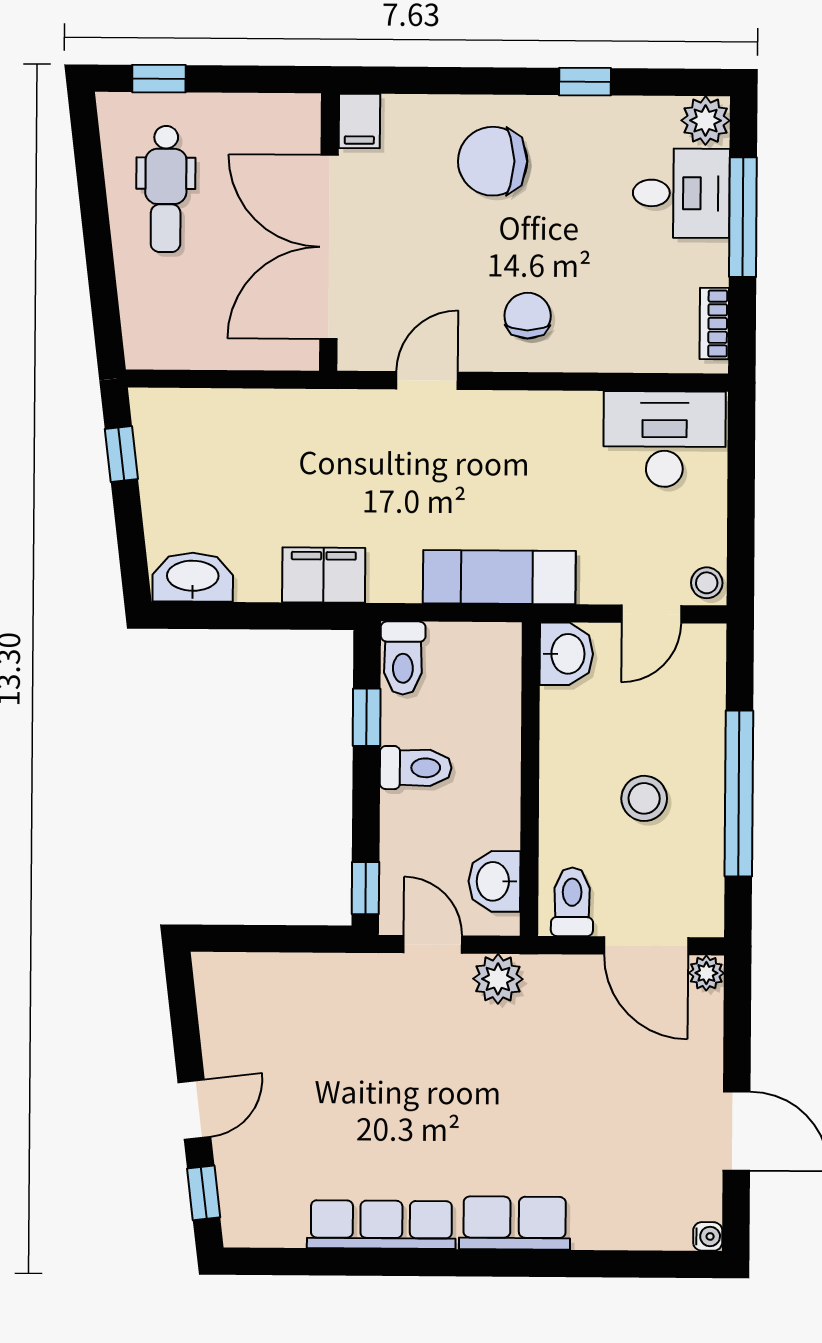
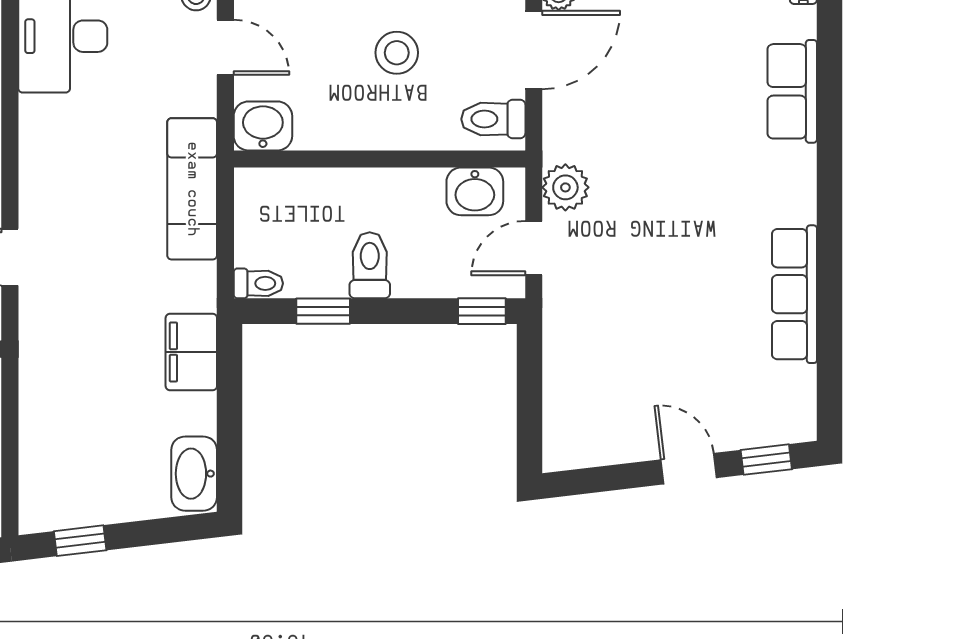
toilet: (403, 658) -> (258, 283), width x0.73, depth x0.72
row of seats: (515, 1223) -> (792, 91), moved

